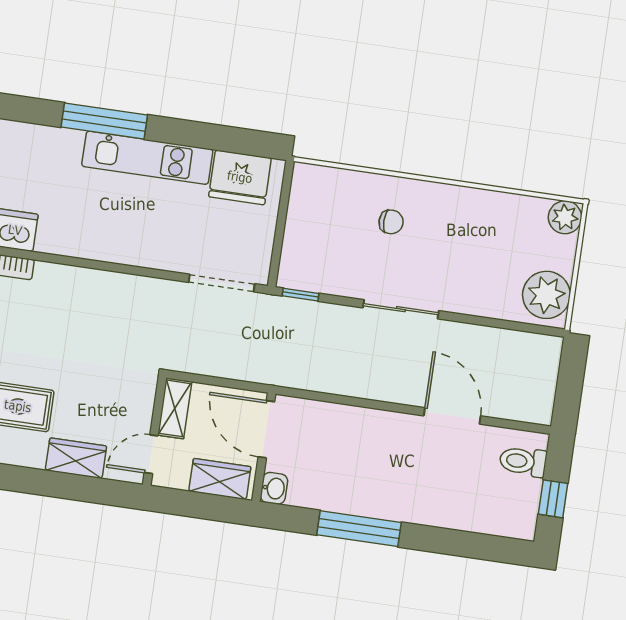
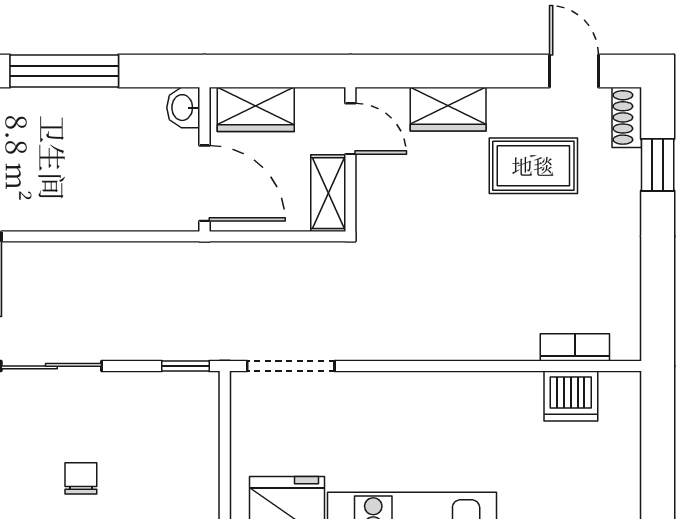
chair: (391, 222) -> (81, 478), turned 90
door: (151, 454) -> (350, 129), hinge flipped

